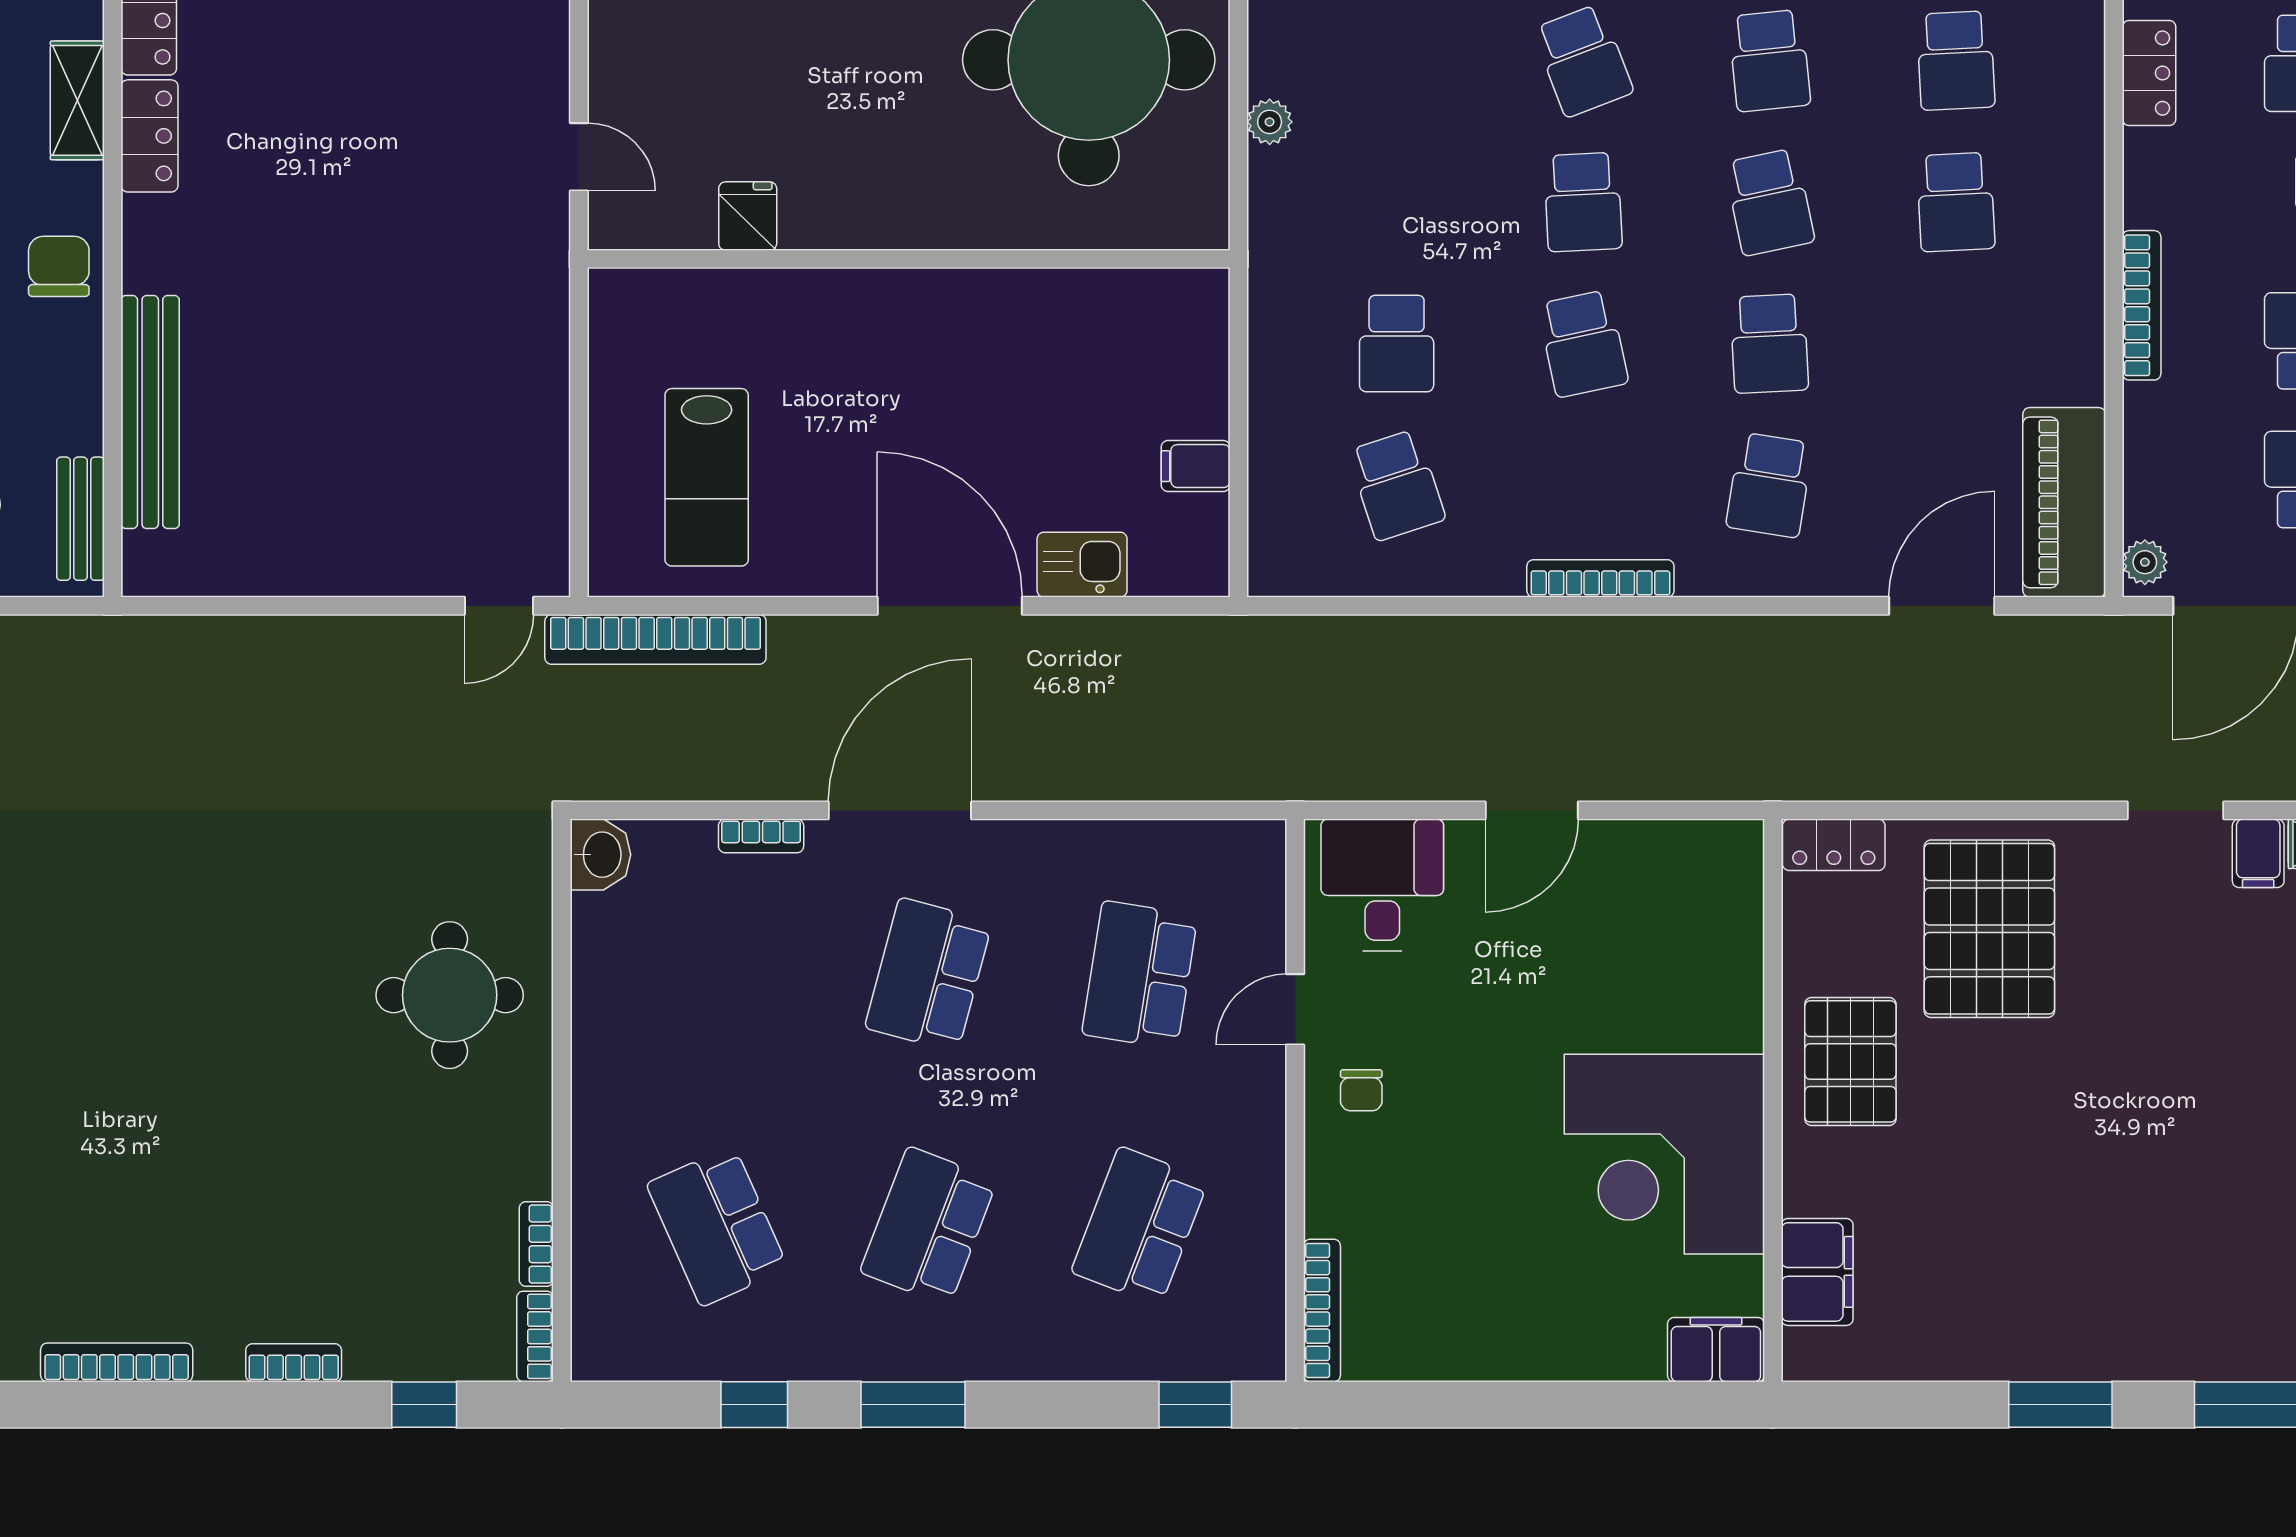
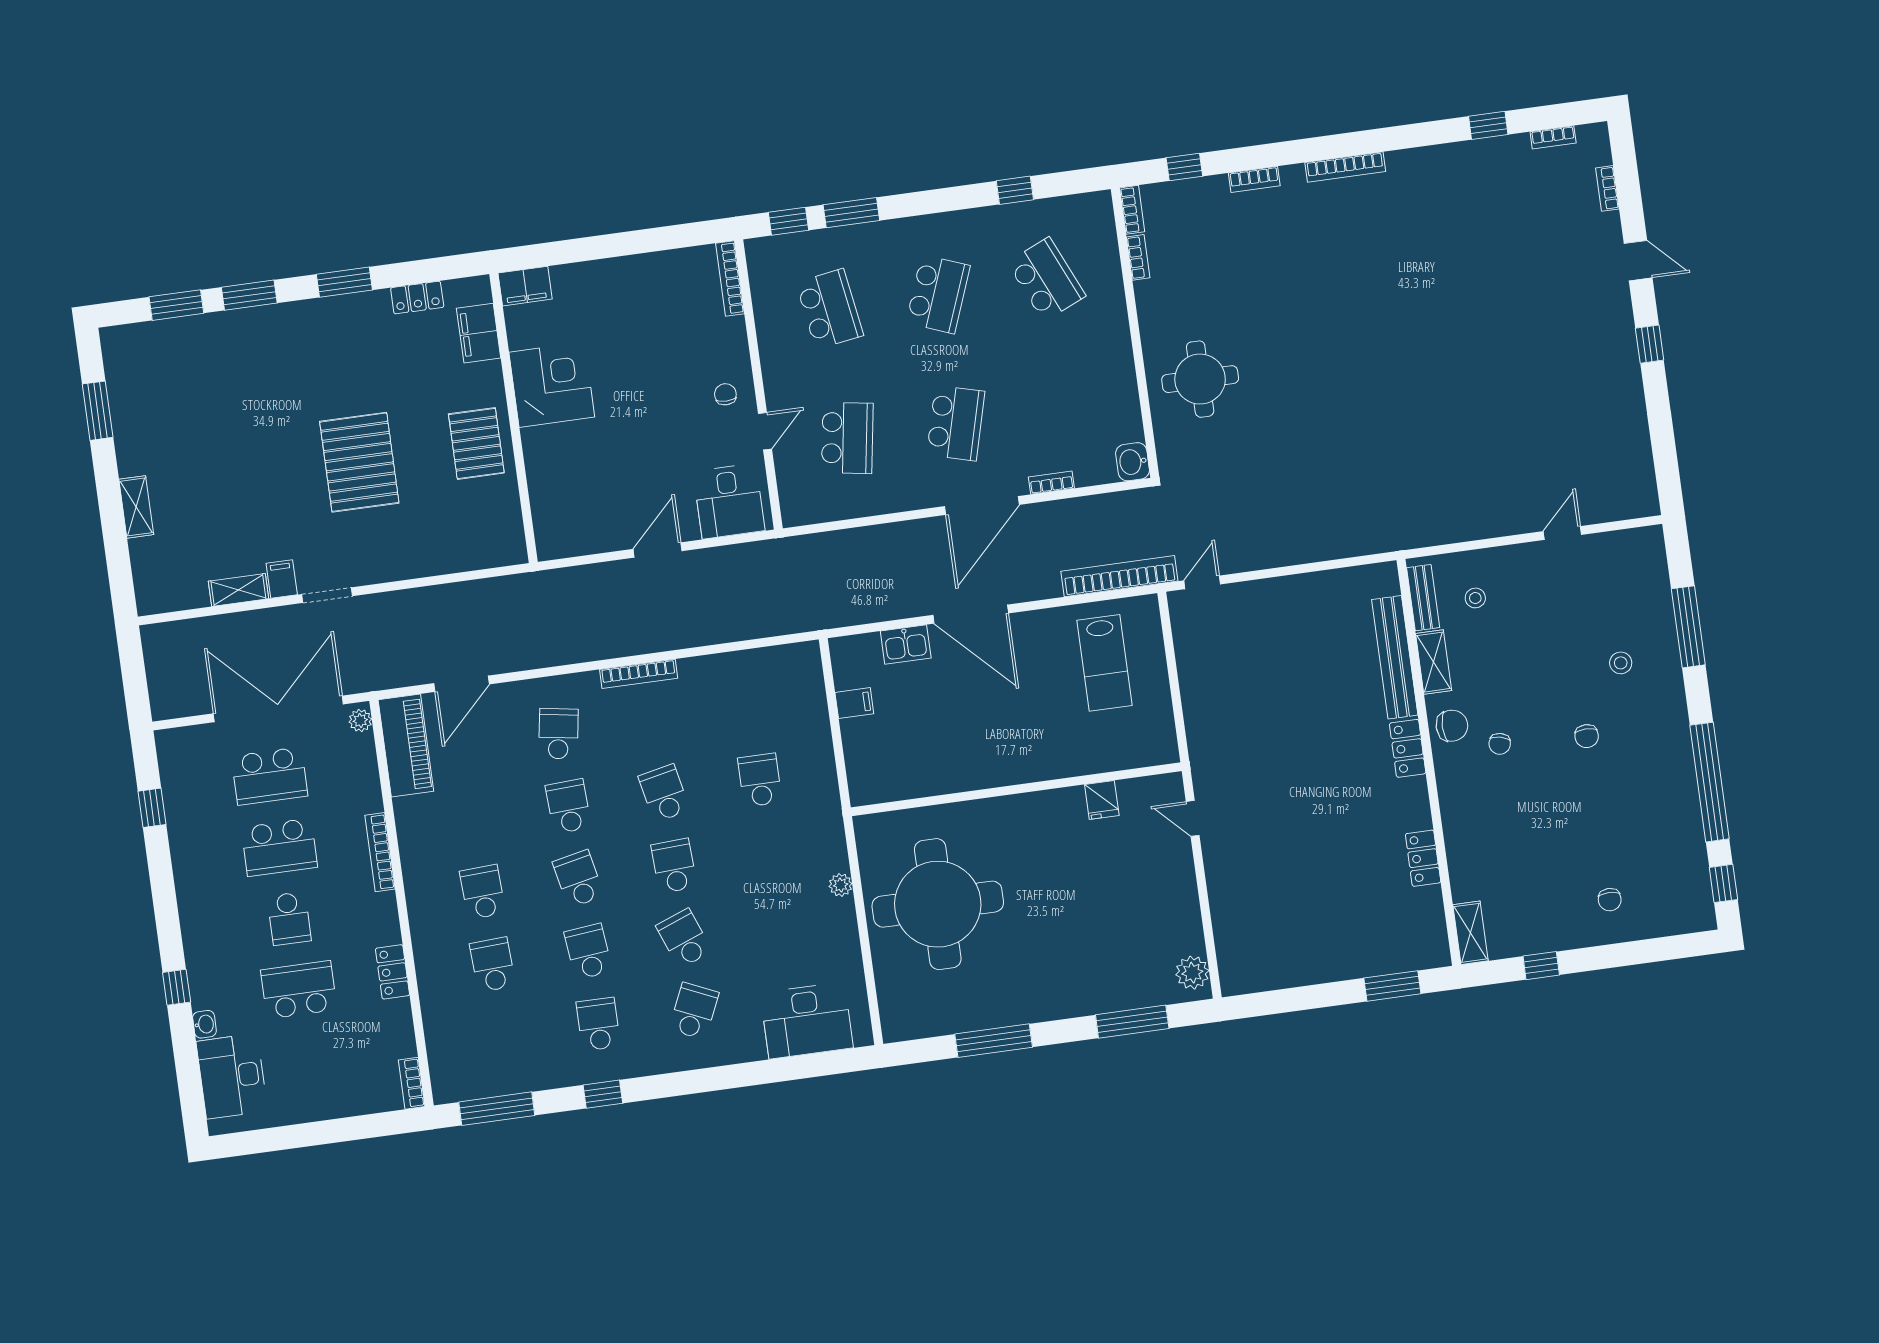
shelving: (77, 100) -> (1434, 662), moved
locker: (150, 136) -> (1408, 748), moved
chair: (59, 266) -> (1452, 726), turned -90
lab bench: (707, 477) -> (1105, 663), turned 180
school desk: (1397, 485) -> (750, 707), removed
locker: (1834, 845) -> (417, 298), moved, turned 180
pallet: (1989, 929) -> (359, 462), moved
corner desk: (1664, 1154) -> (552, 385), width x0.74, depth x0.74
school desk: (1140, 1226) -> (830, 309), turned -30
window: (913, 1405) -> (851, 213), moved

